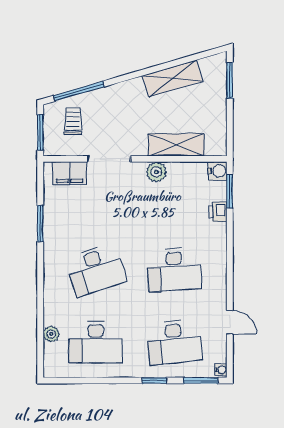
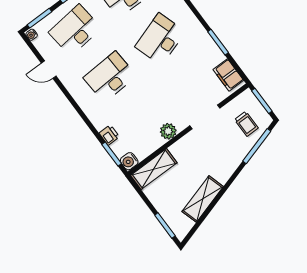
shelving: (176, 145) -> (154, 169), moved
filing cabinet: (70, 173) -> (228, 75), moved, turned -90

